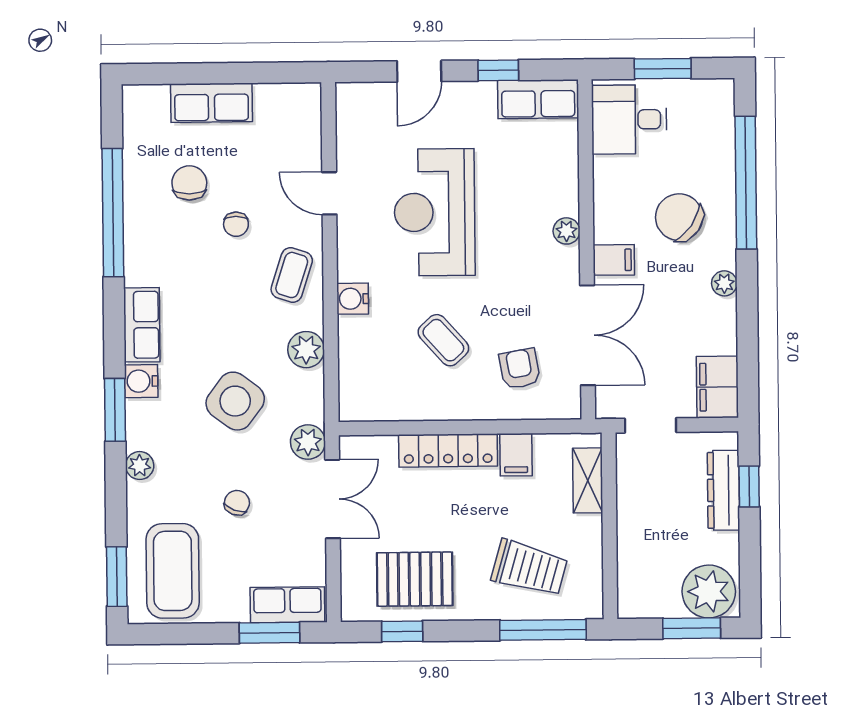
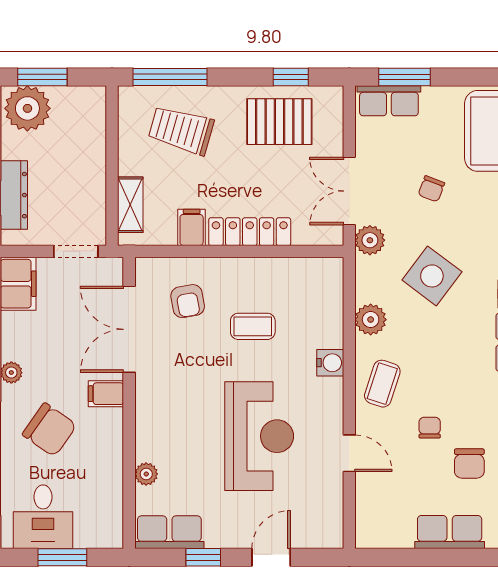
desk: (629, 119) -> (43, 517), moved, turned 90
plant: (566, 231) -> (146, 474), moved
coffee table: (443, 340) -> (253, 326), turned -48

